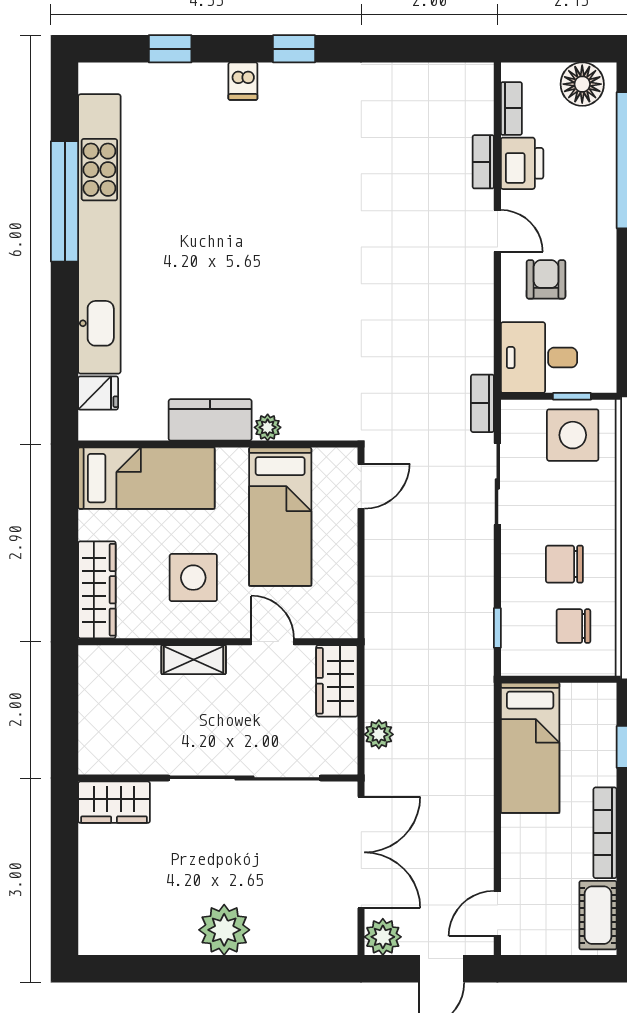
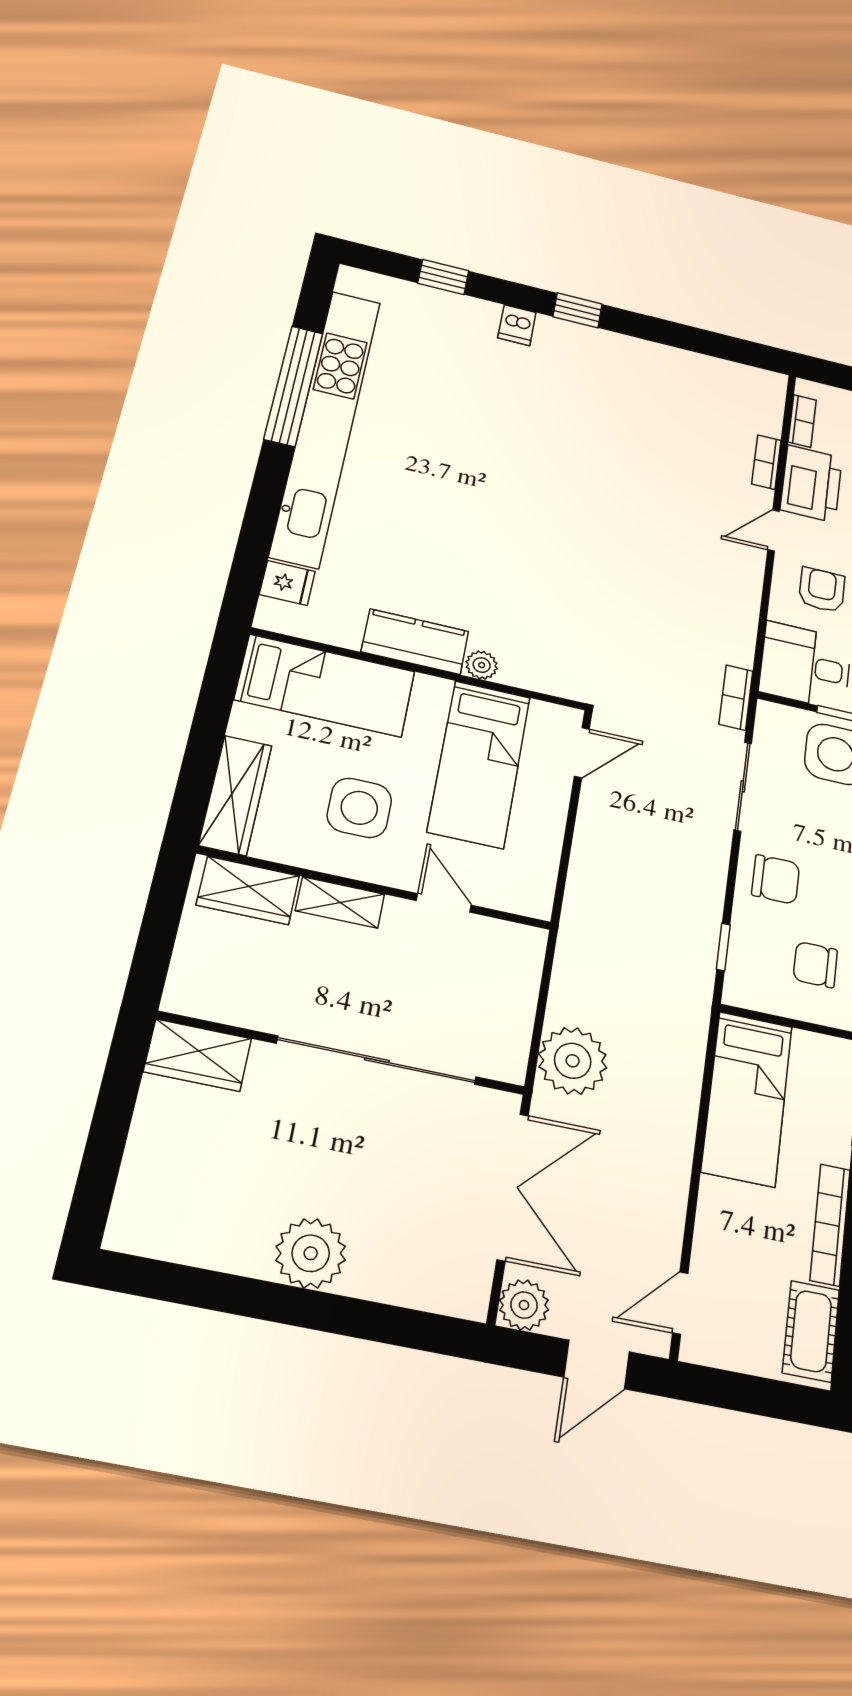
printer: (522, 163) -> (811, 484), width x1.37, depth x1.19
door: (497, 231) -> (774, 531), swing flipped
chair: (564, 564) -> (776, 879), moved, turned 180
wardrobe: (337, 681) -> (248, 890), moved, turned -90
plant: (379, 734) -> (573, 1061), width x1.87, depth x1.87

